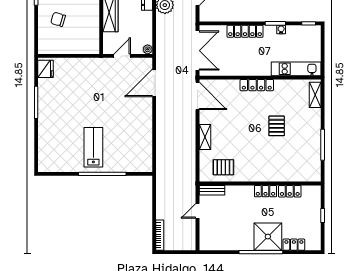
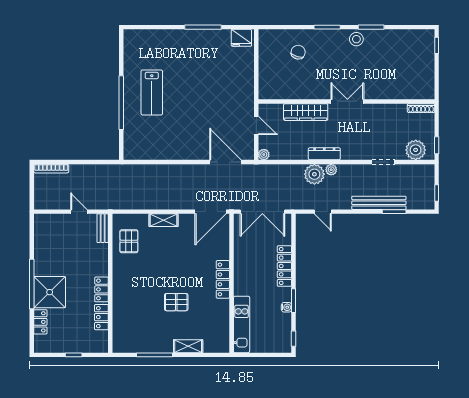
shelving: (315, 95) -> (188, 346), moved
lab bench: (93, 147) -> (152, 92), turned 90

